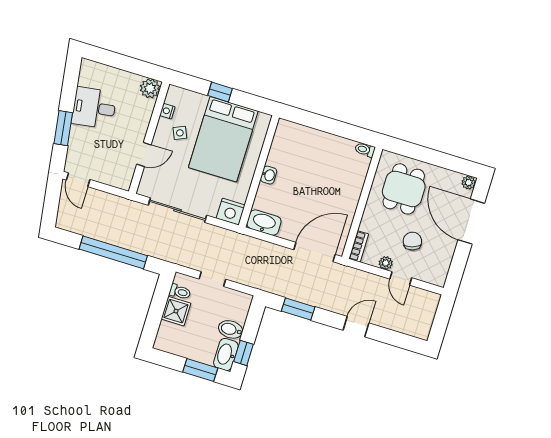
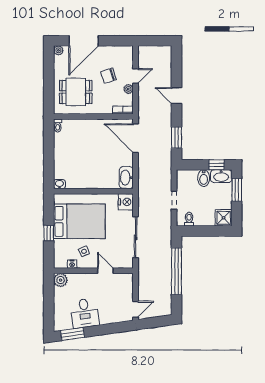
window: (63, 128) -> (73, 334), moved
washbasin: (269, 175) -> (59, 184), moved
shower: (176, 311) -> (224, 218), moved

